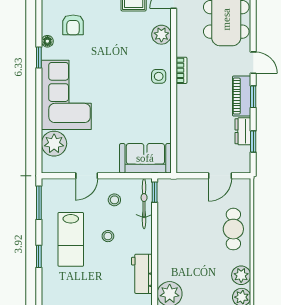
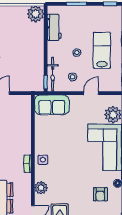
armchair: (73, 25) -> (100, 194), turned 180

